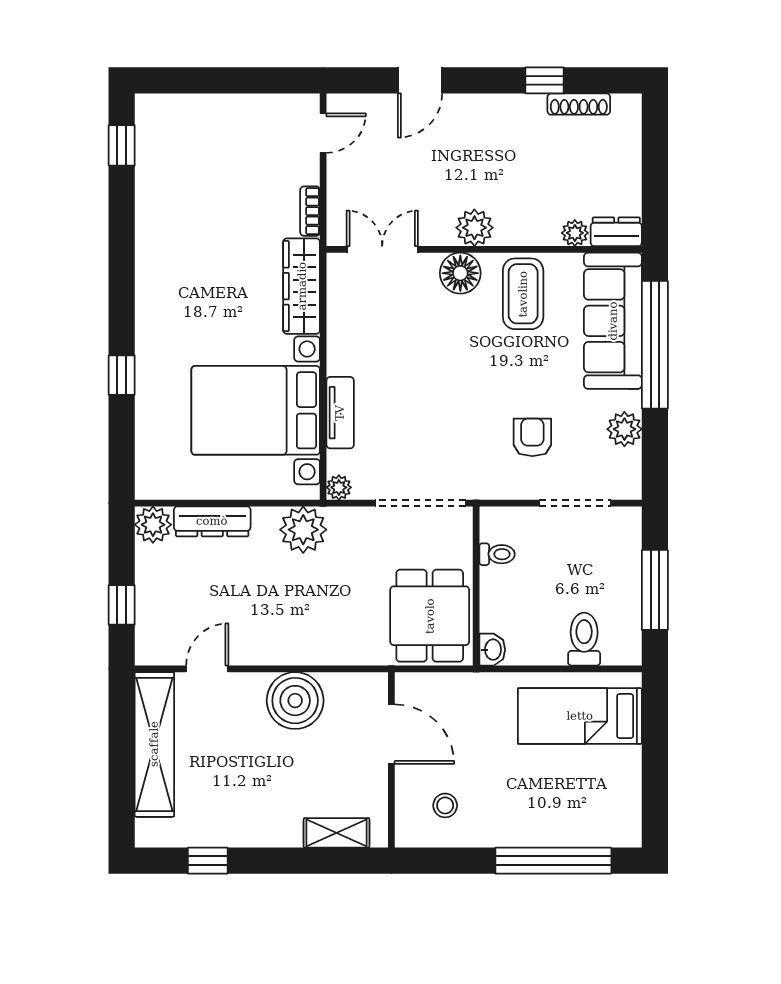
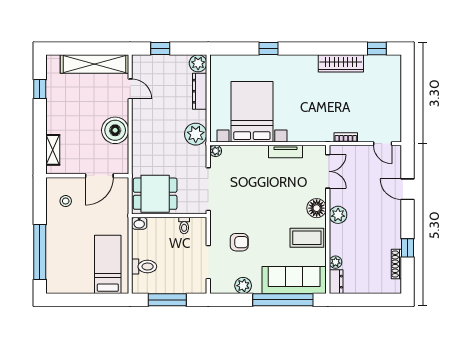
wardrobe: (302, 286) -> (341, 63), moved, turned 180
tv unit: (340, 413) -> (286, 152), moved

